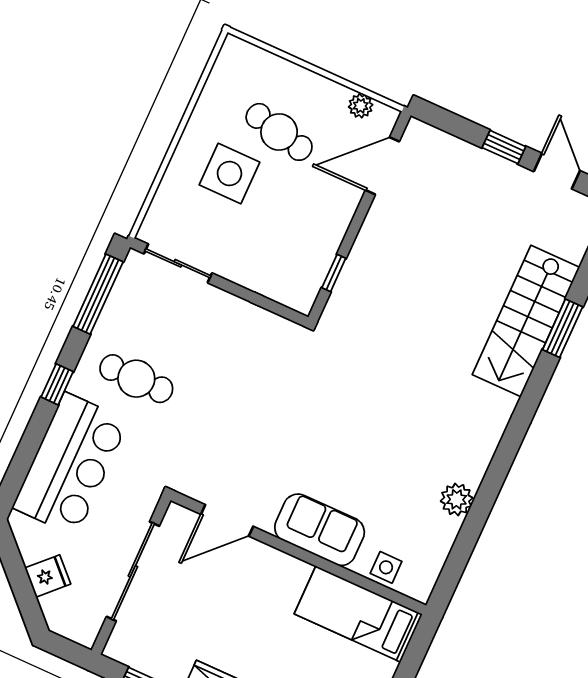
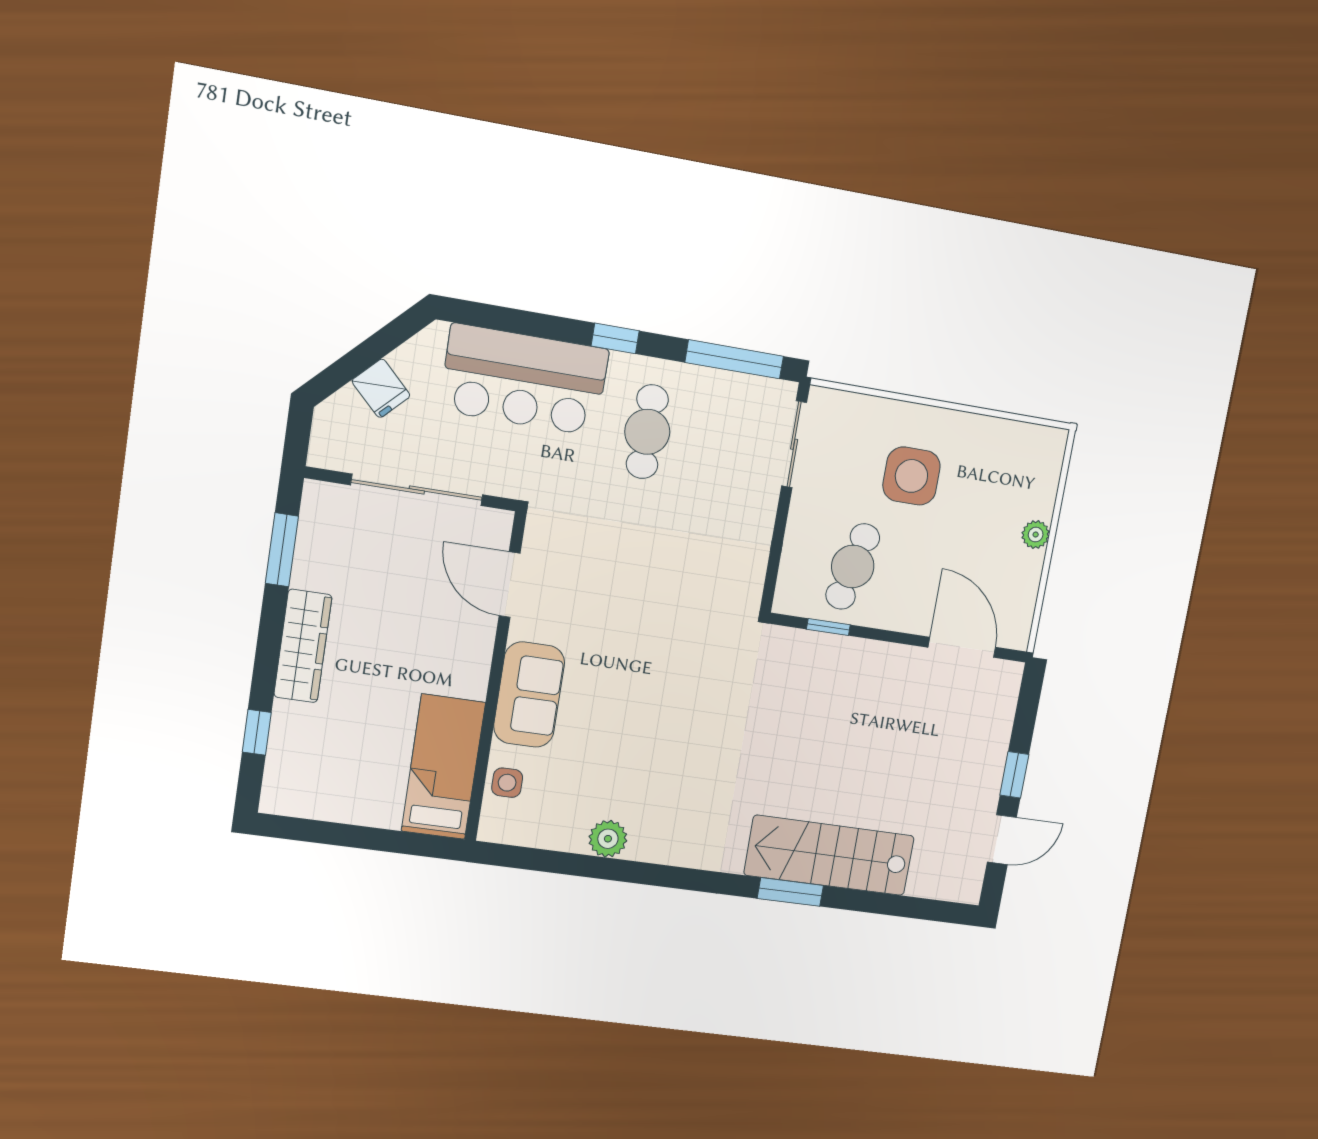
plant: (361, 106) -> (1036, 535), moved
cafe table: (279, 132) -> (853, 566), moved
window: (563, 328) -> (790, 892), moved

